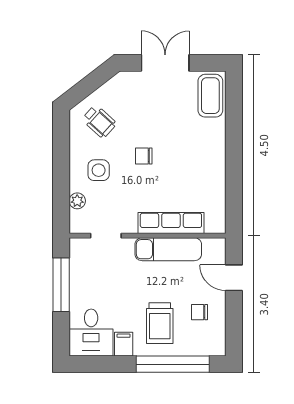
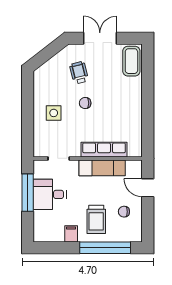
wheelchair: (99, 121) -> (79, 73), moved, turned -146
plant: (77, 201) -> (39, 134), removed
desk: (91, 333) -> (50, 194), moved, turned 90

